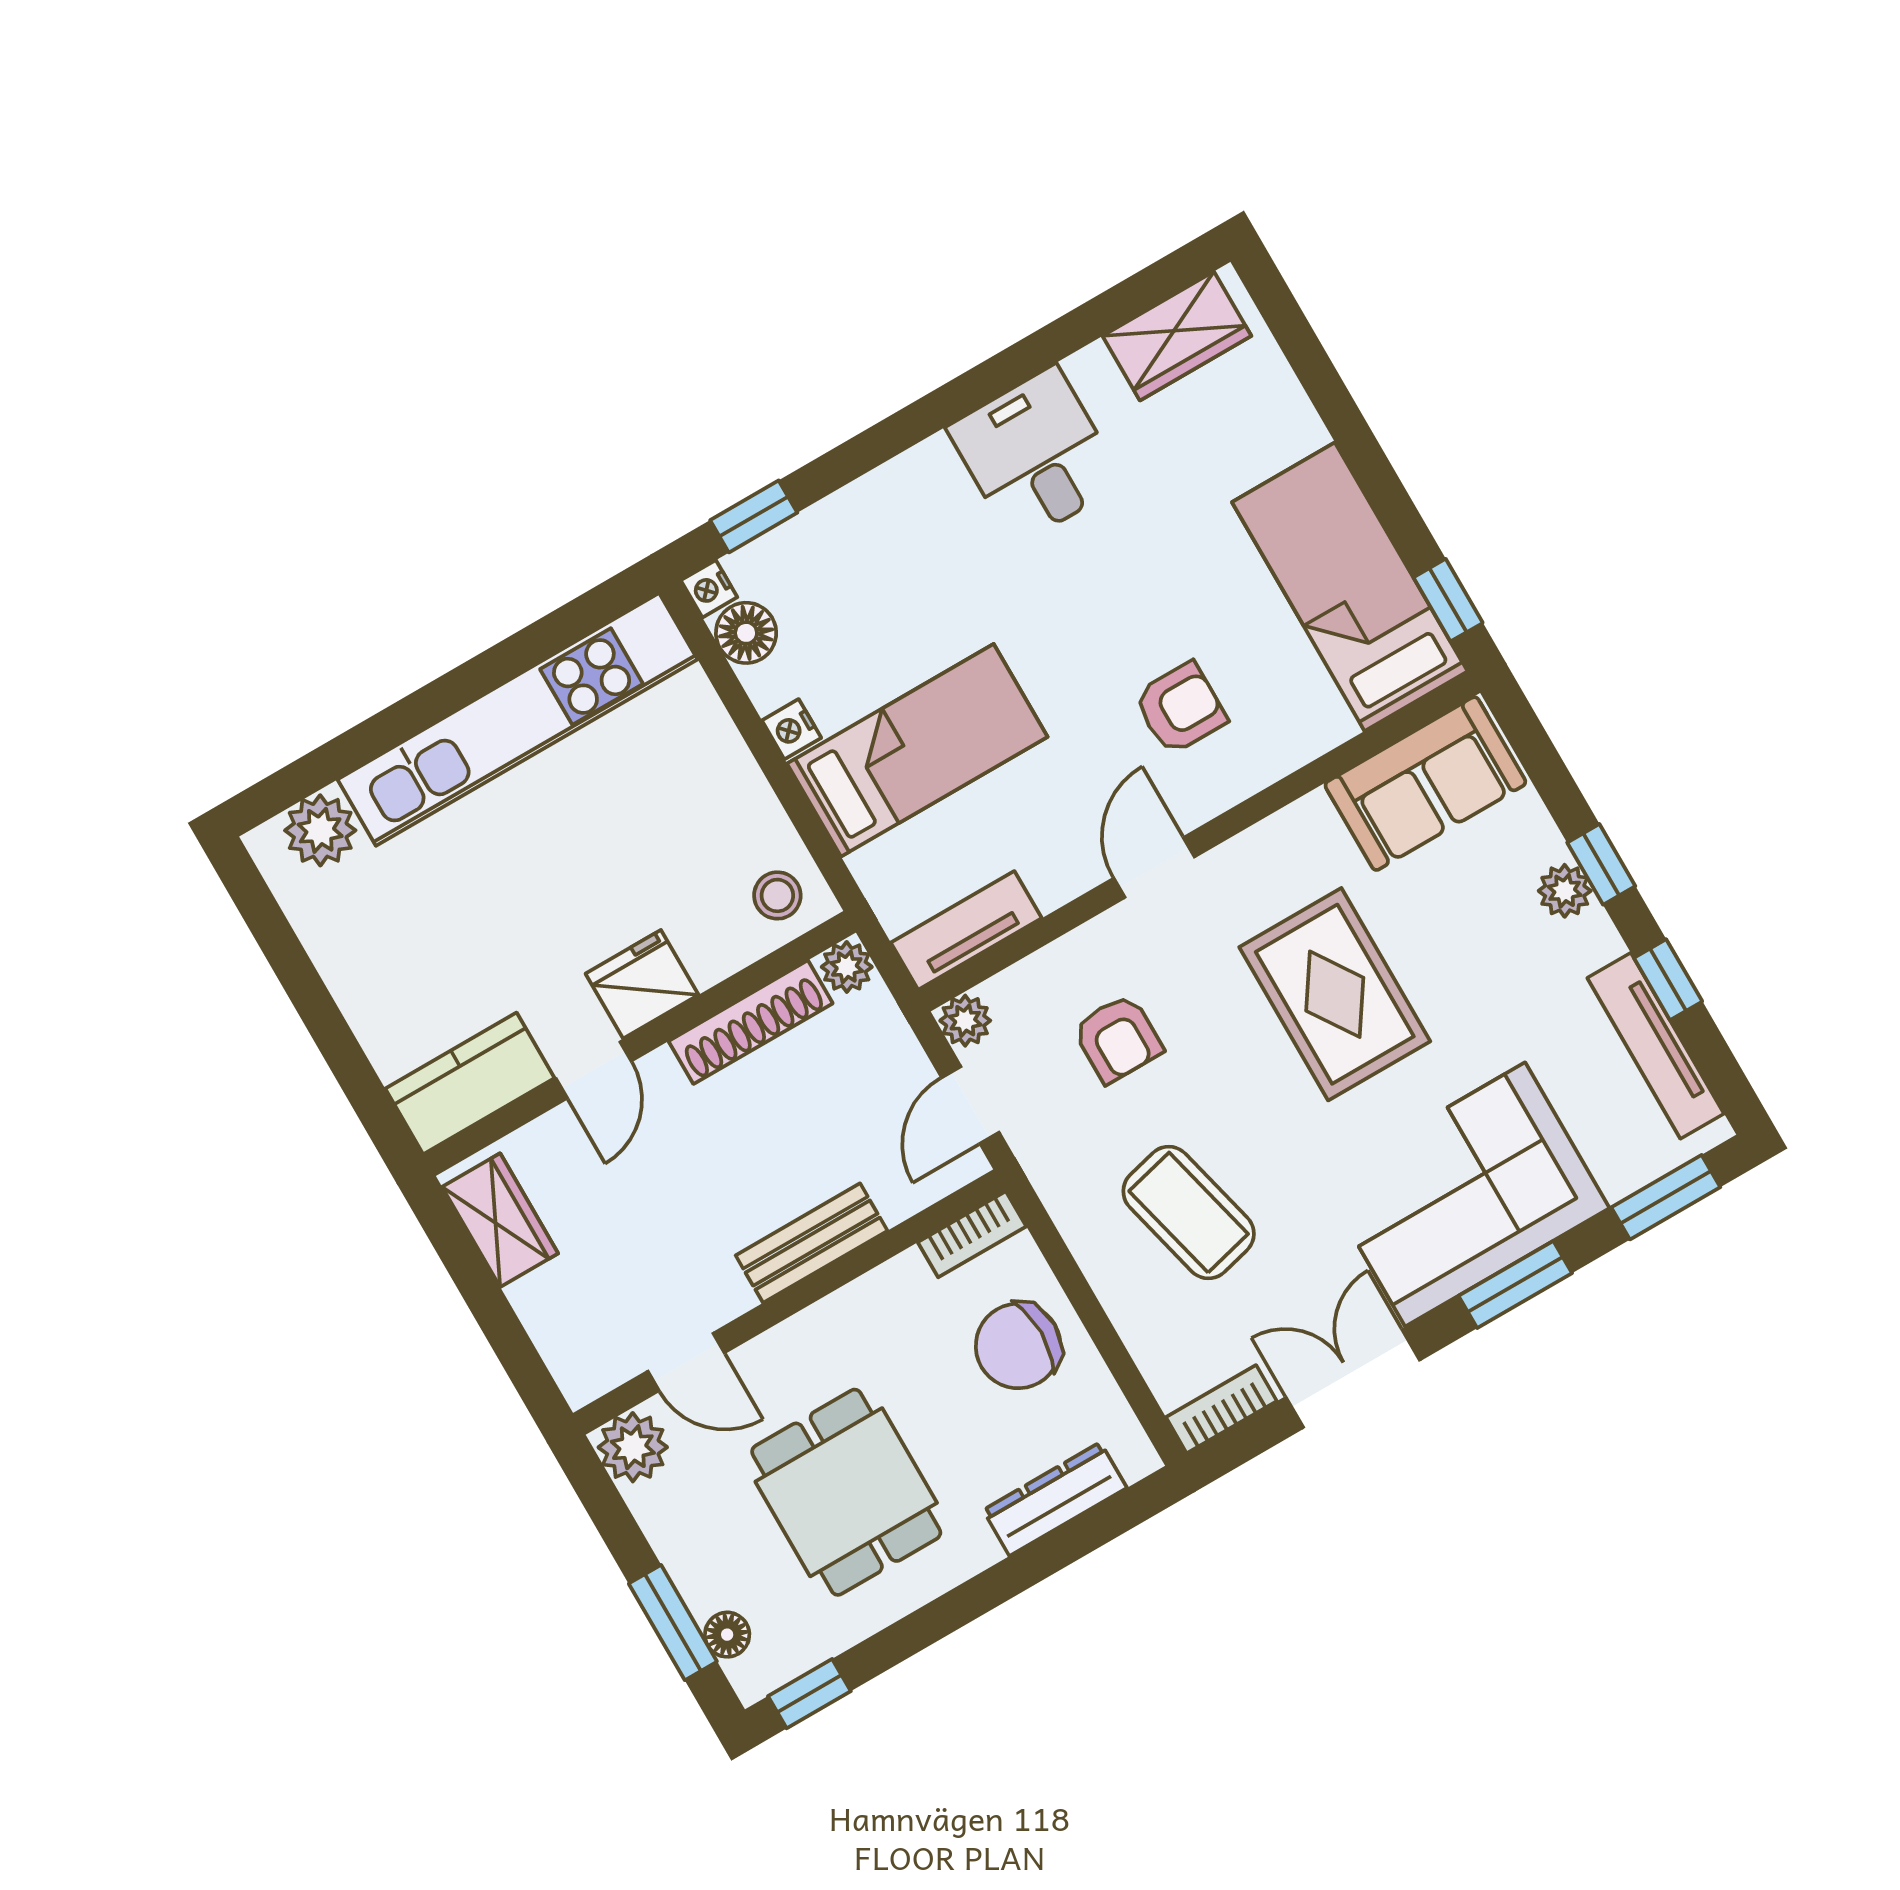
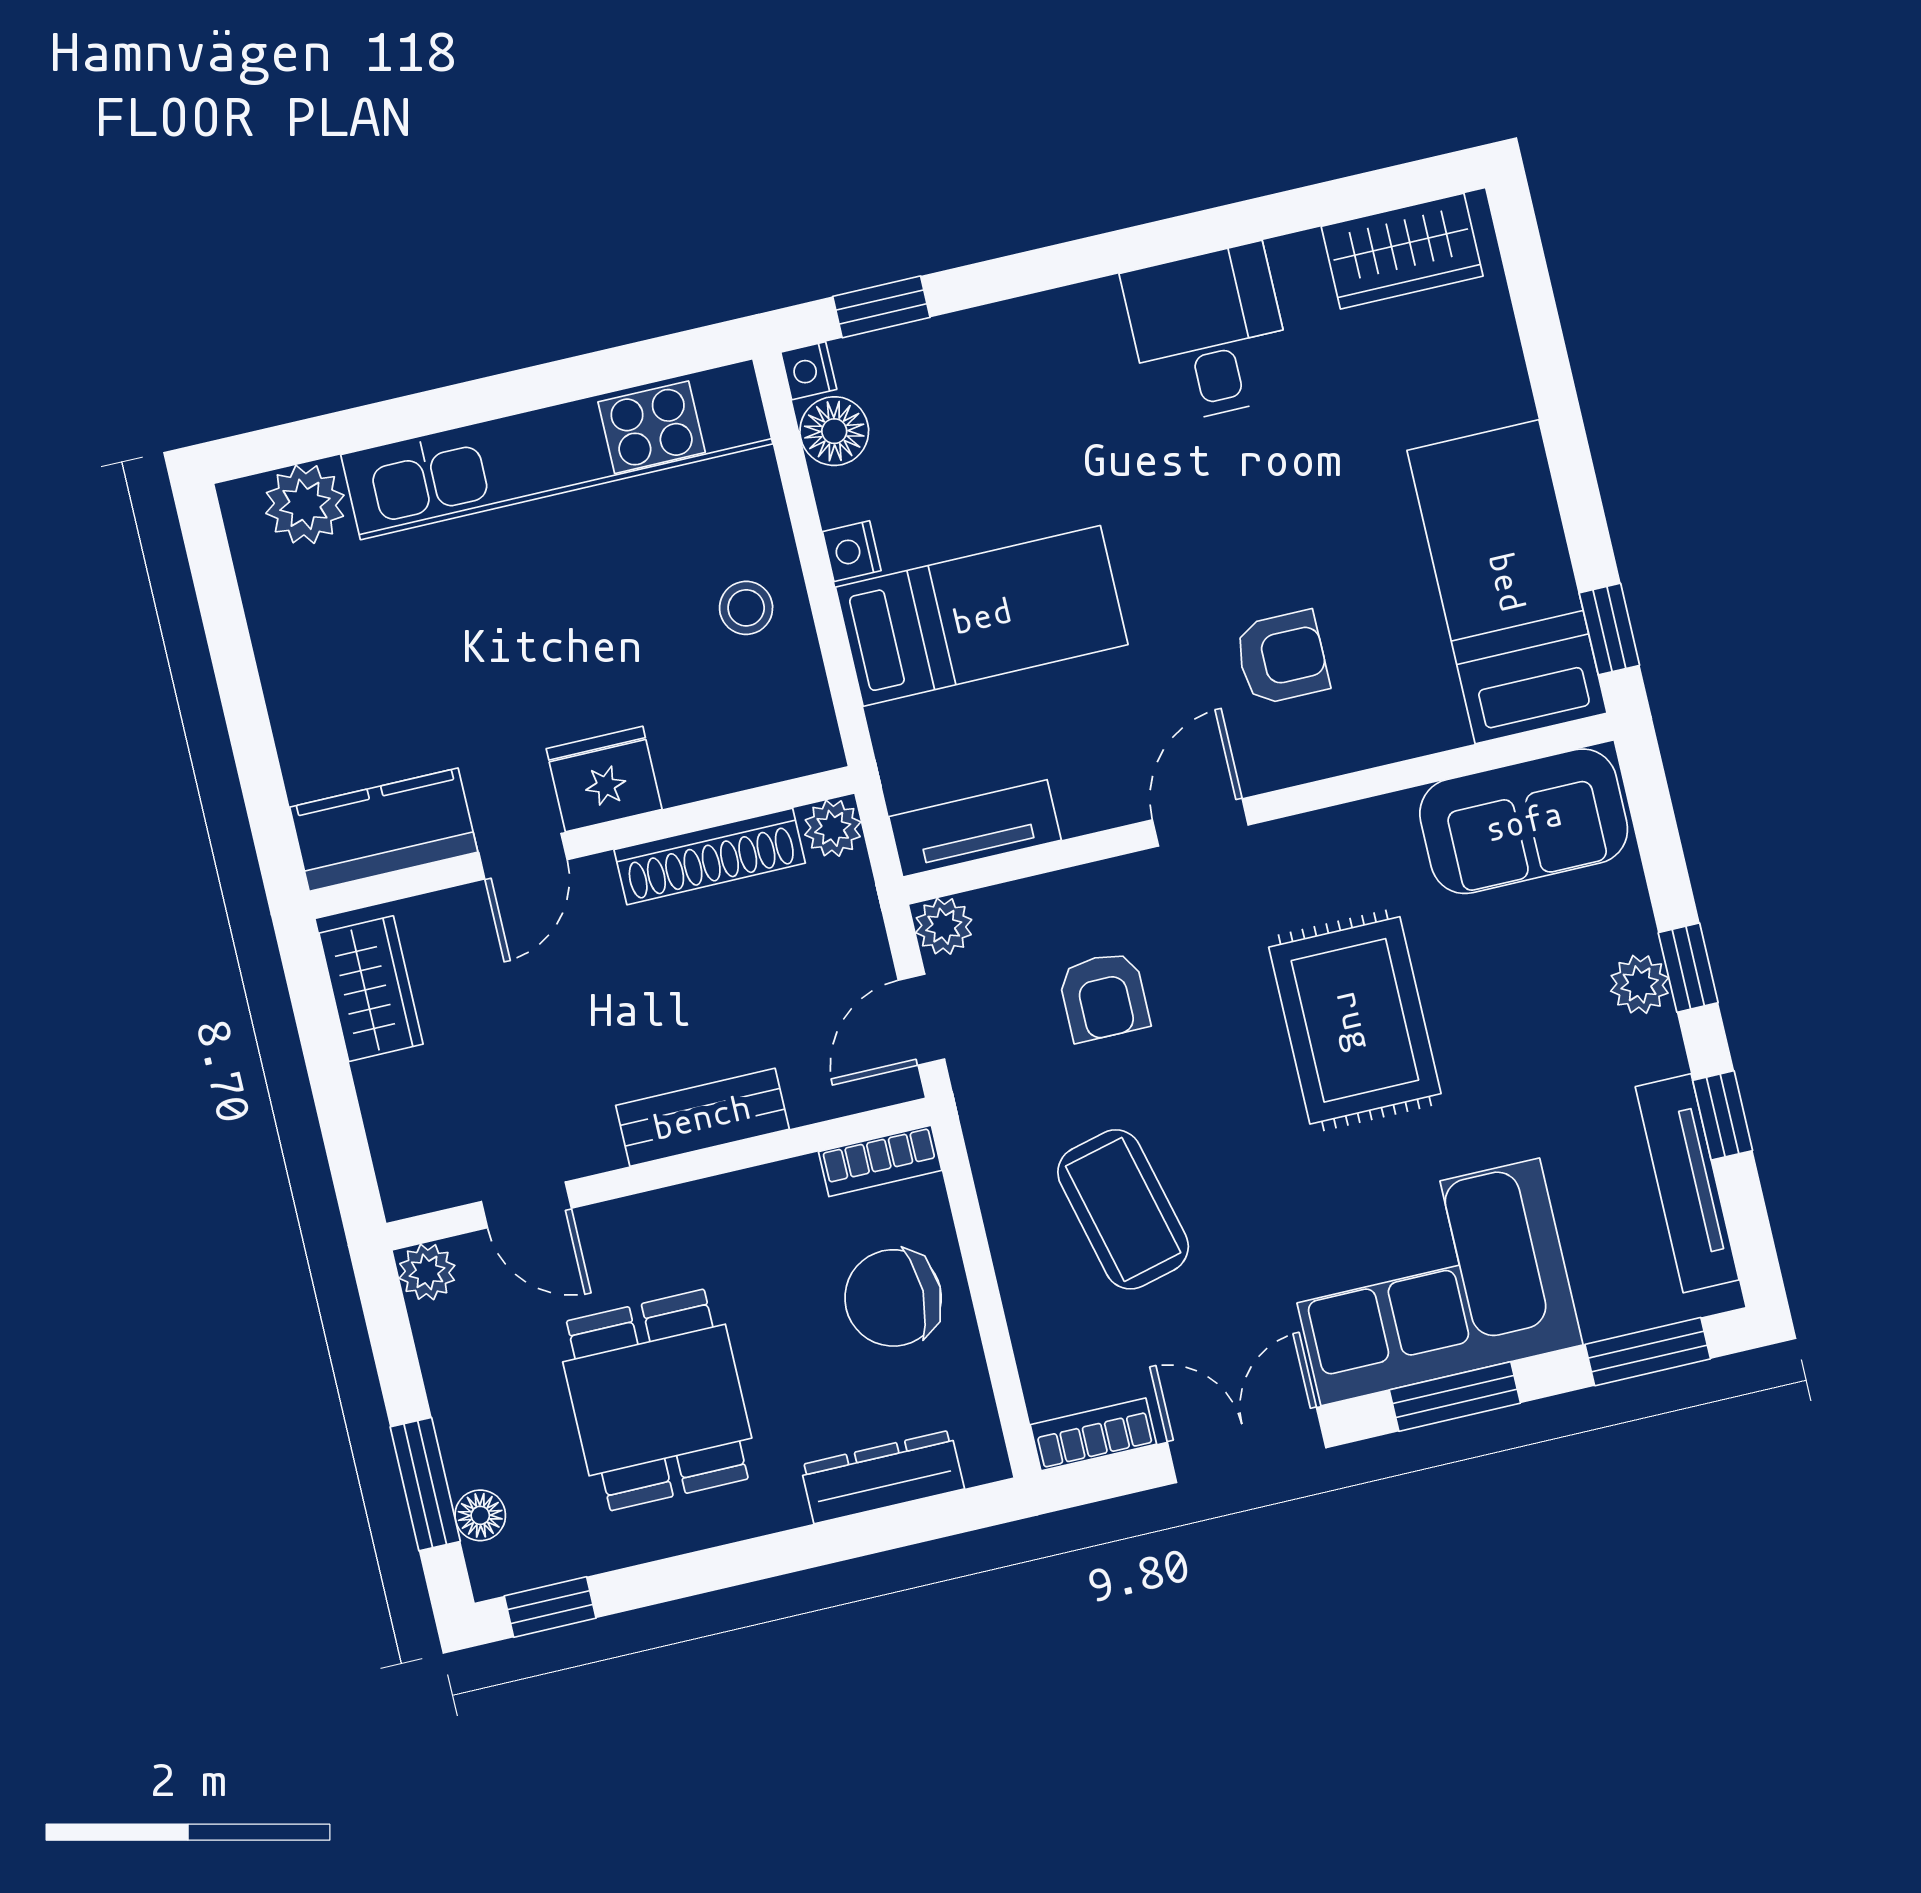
stool: (777, 895) -> (746, 608), moved
plant: (633, 1447) -> (427, 1272), width x0.73, depth x0.73

